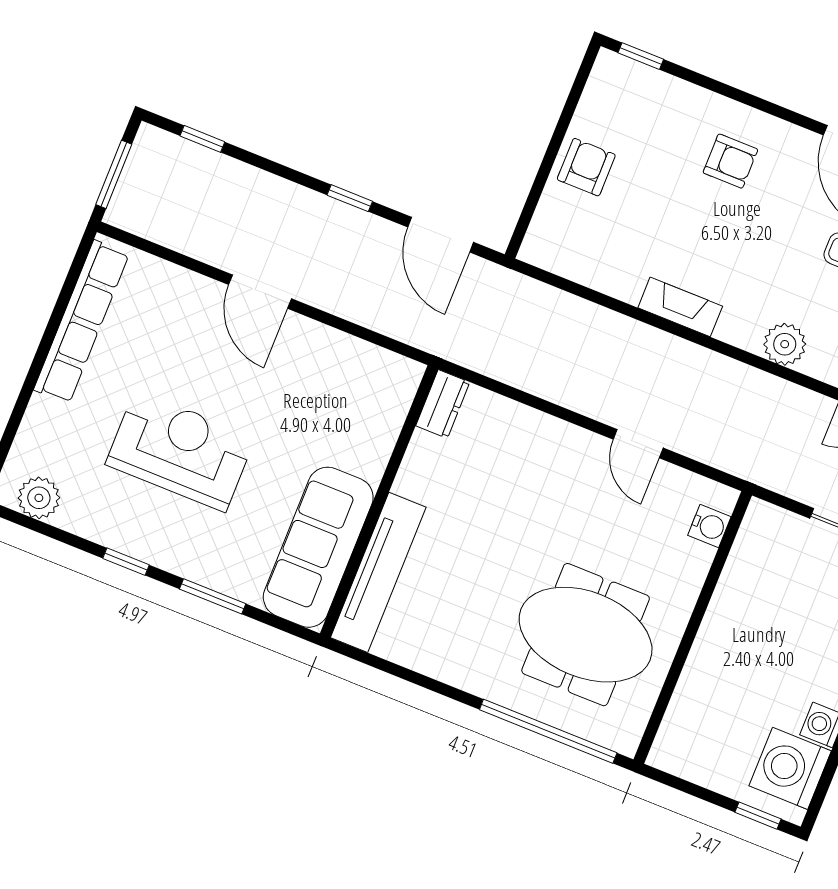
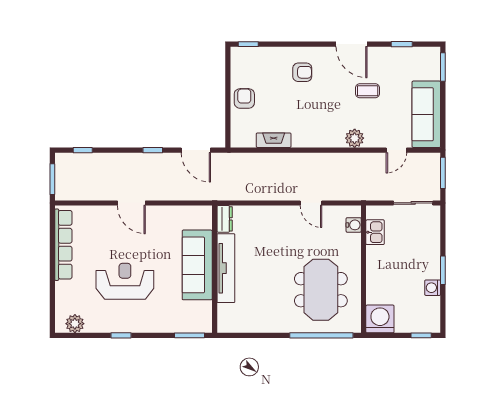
fireplace: (680, 307) -> (274, 140), moved
sofa: (318, 547) -> (197, 265), moved
kitchen sink: (748, 559) -> (375, 232), added
tv unit: (378, 572) -> (226, 268), moved
window: (213, 596) -> (189, 335), moved
meeting table: (586, 635) -> (321, 290), turned 90
washing machine: (790, 768) -> (380, 319), moved, turned 90

